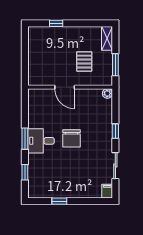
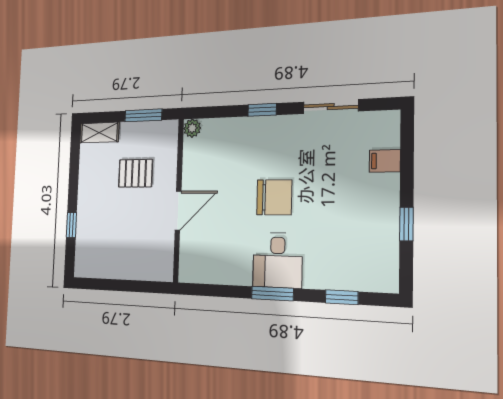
filing cabinet: (107, 191) -> (385, 161), moved

